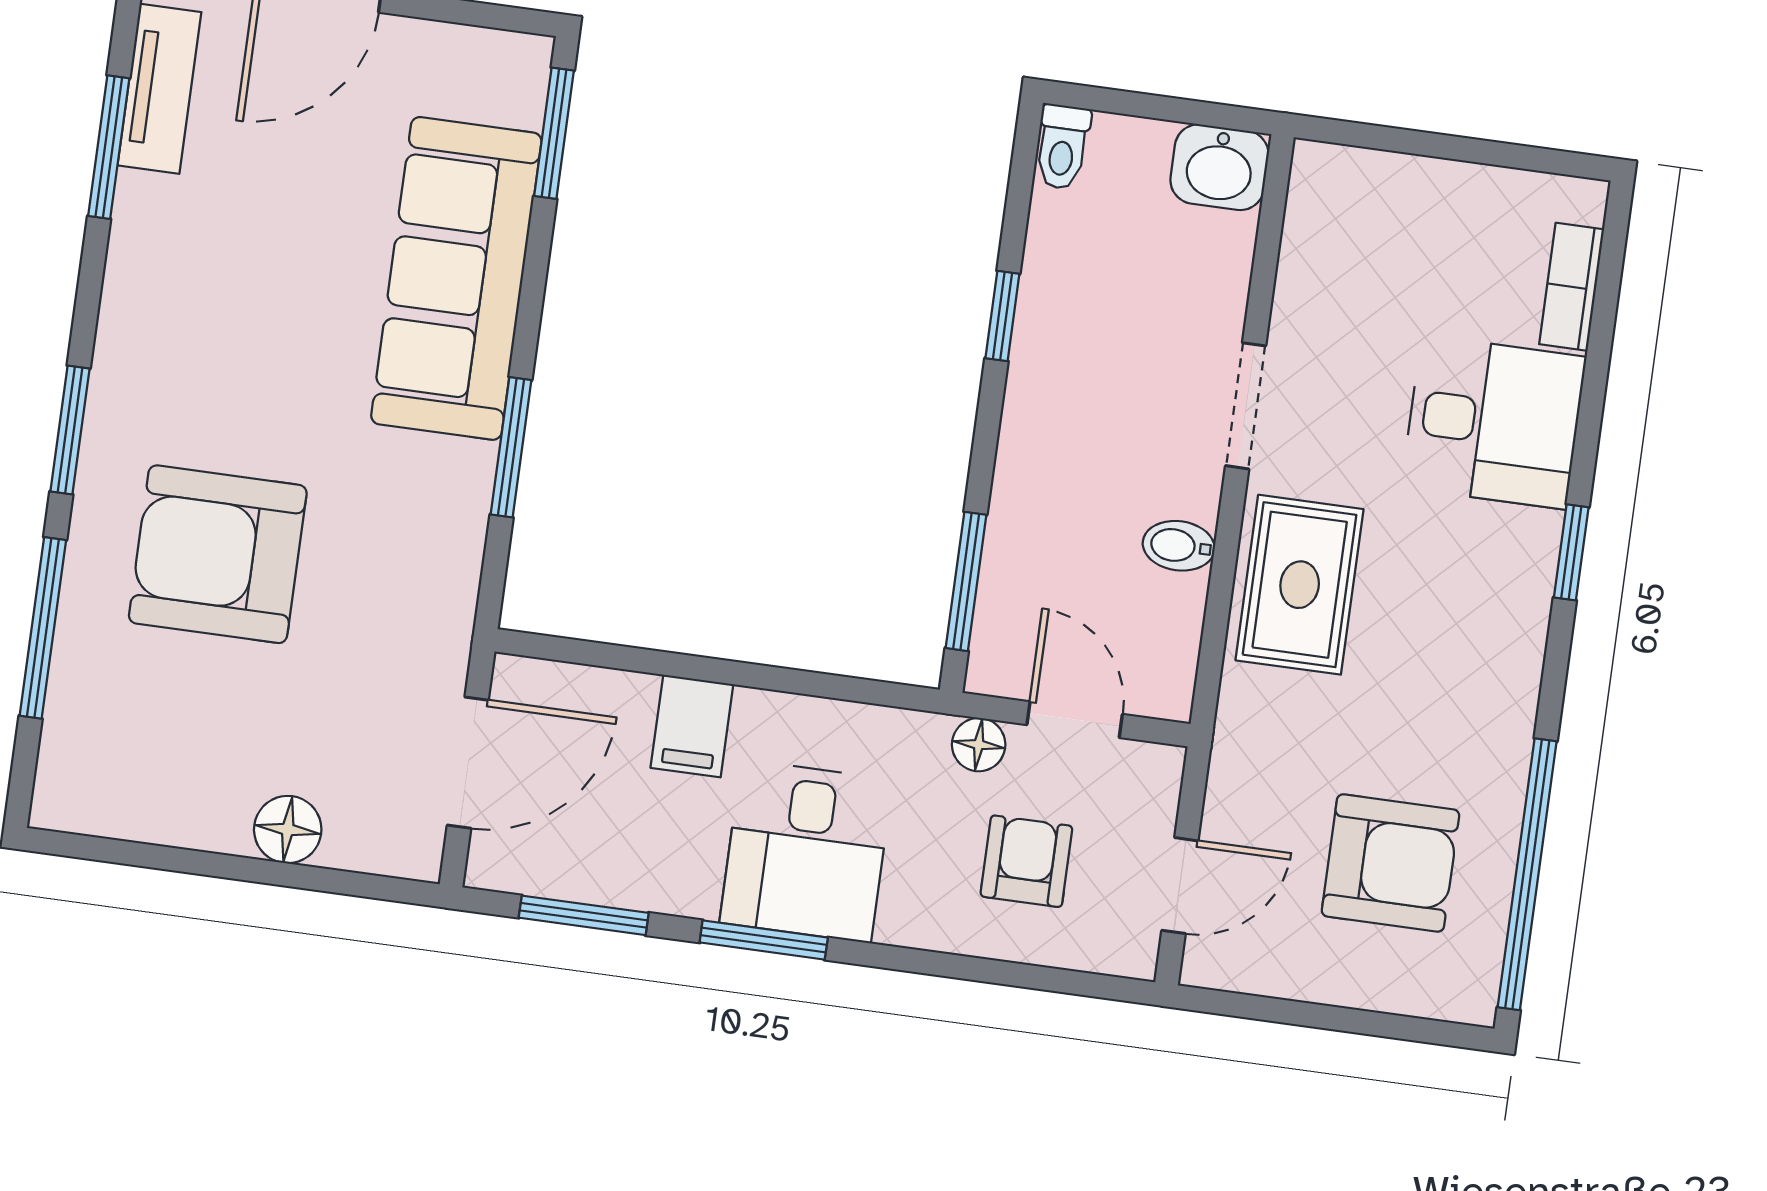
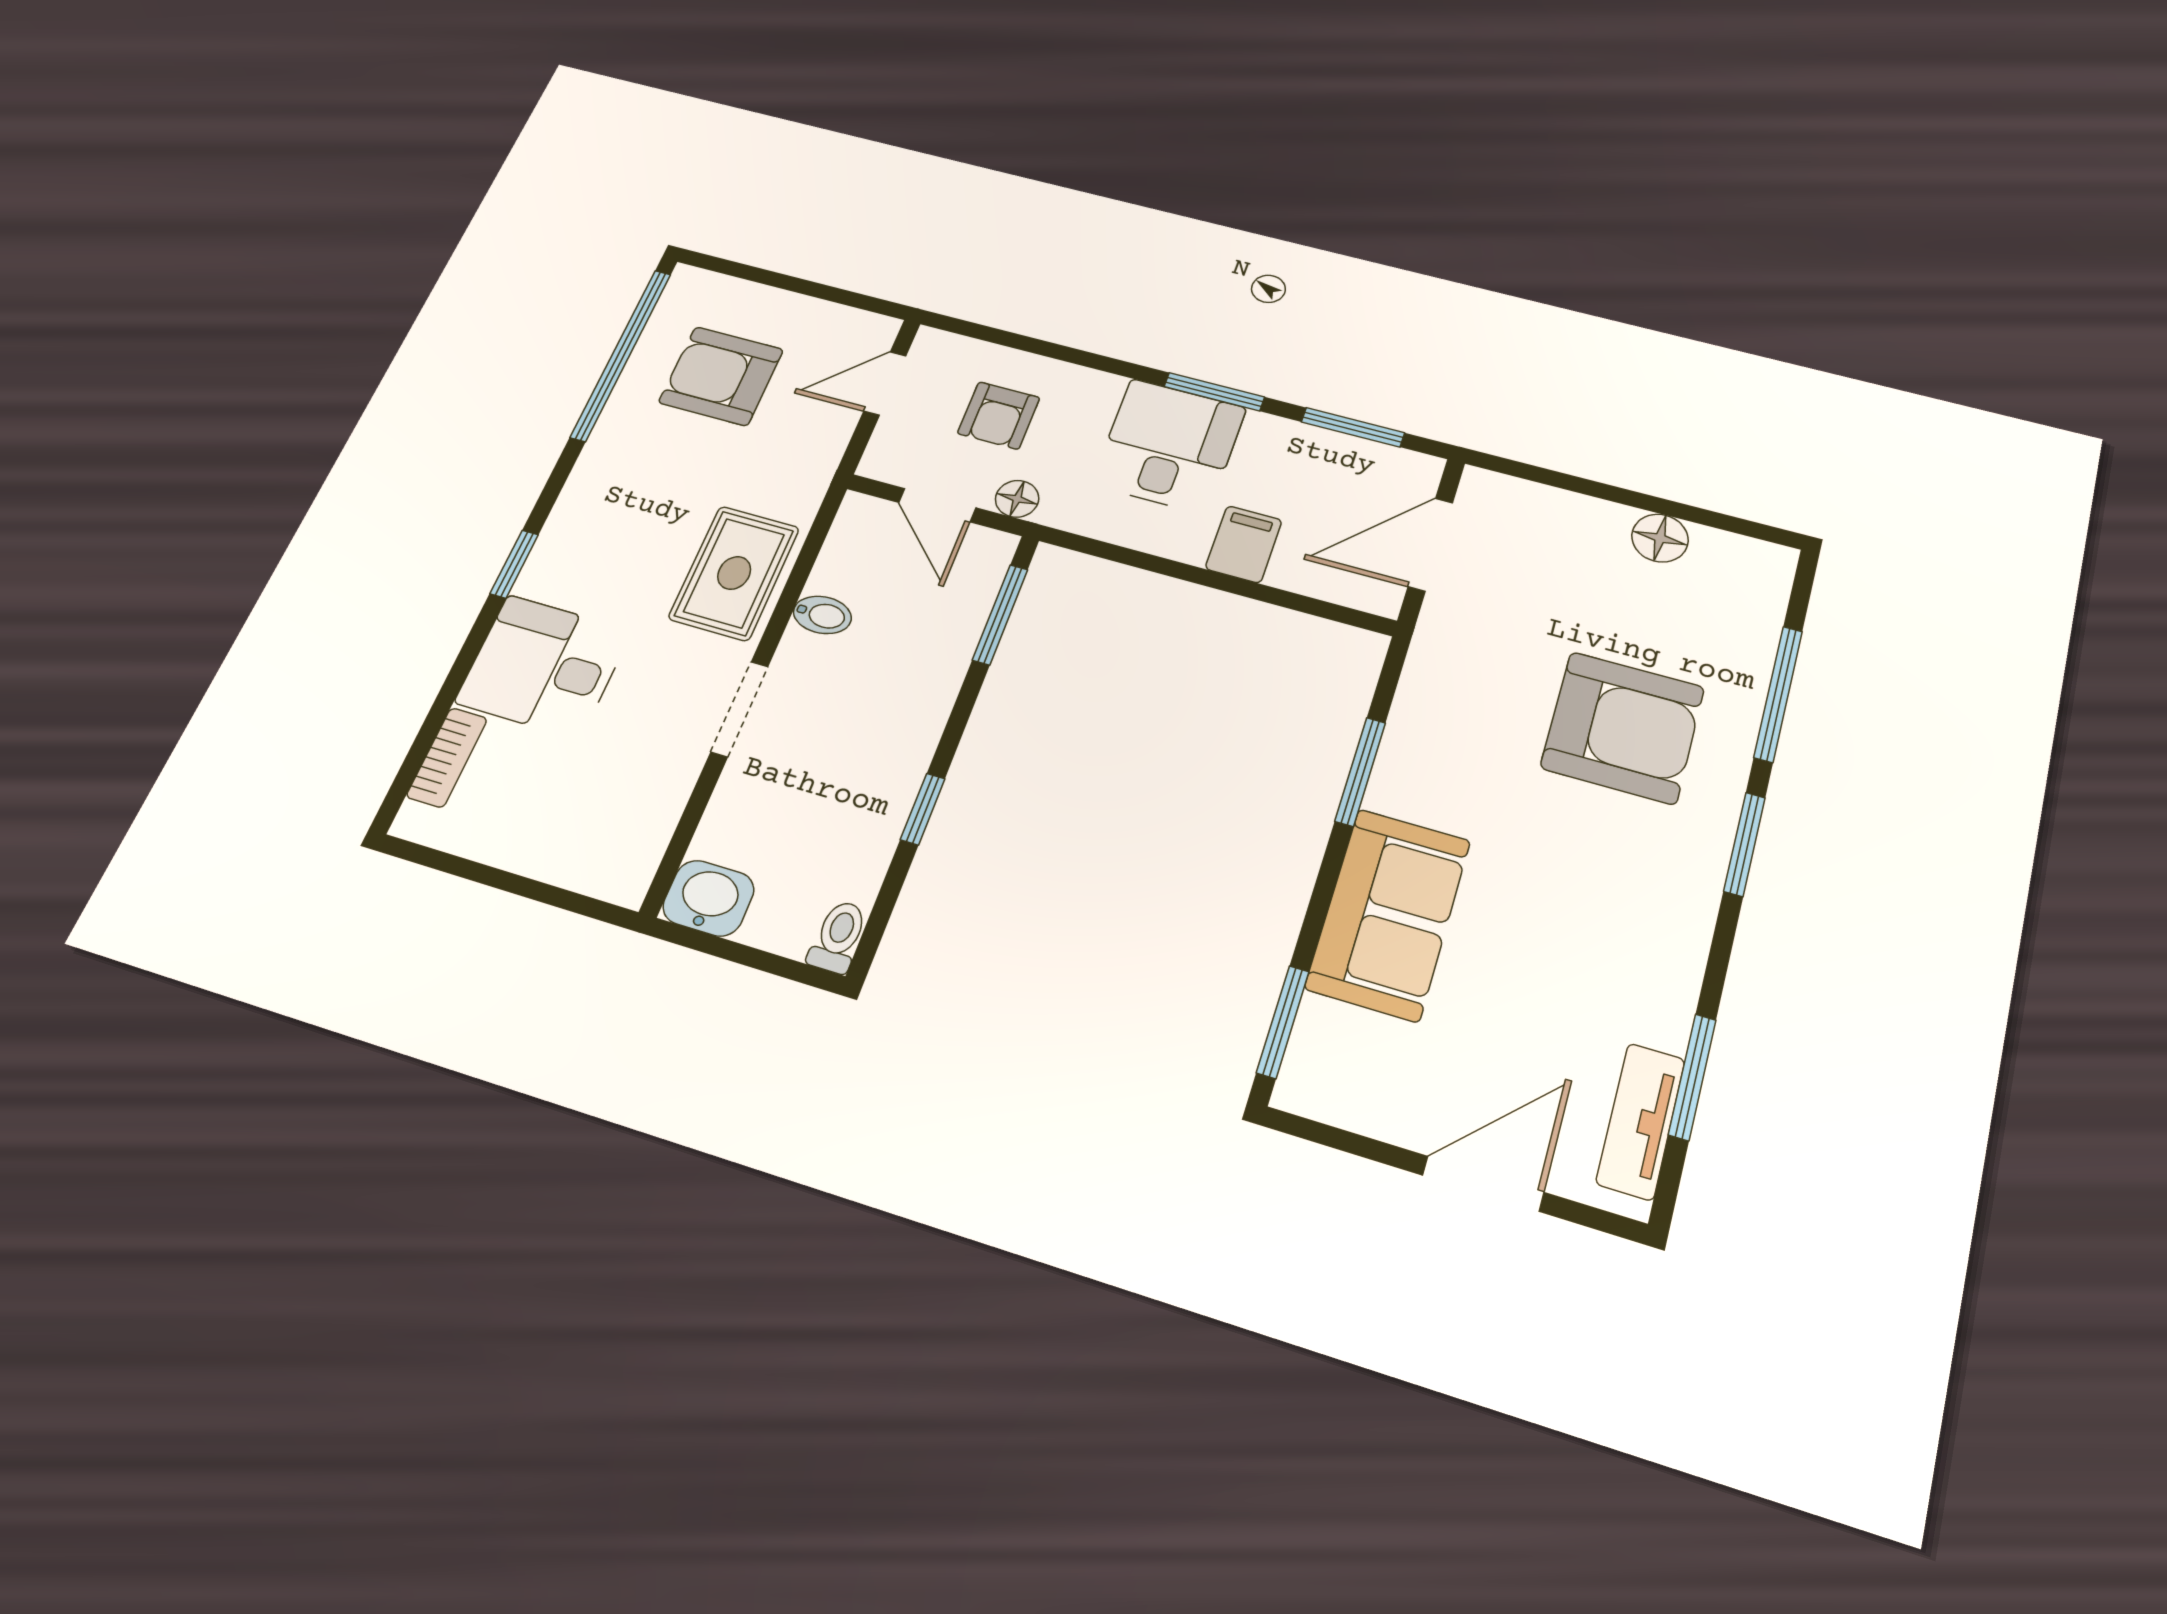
sofa: (456, 278) -> (1388, 914), width x0.73
floor lamp: (288, 830) -> (1660, 538), moved

